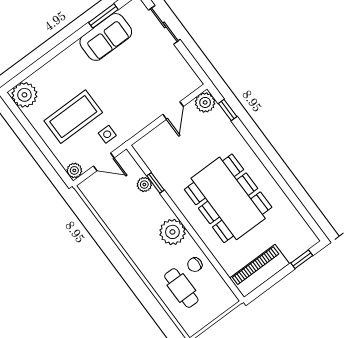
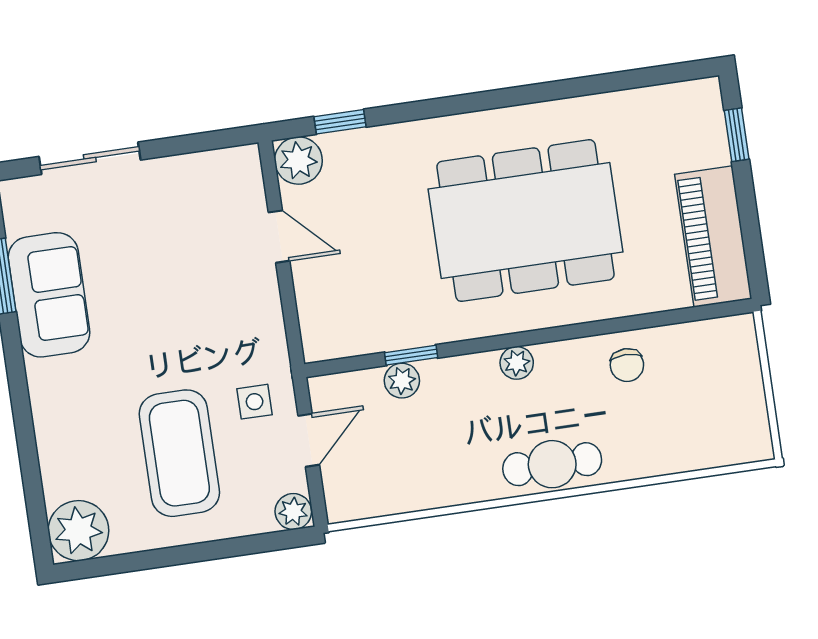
plant: (172, 232) -> (517, 363), width x0.53, depth x0.53
cafe table: (181, 288) -> (552, 464), moved

